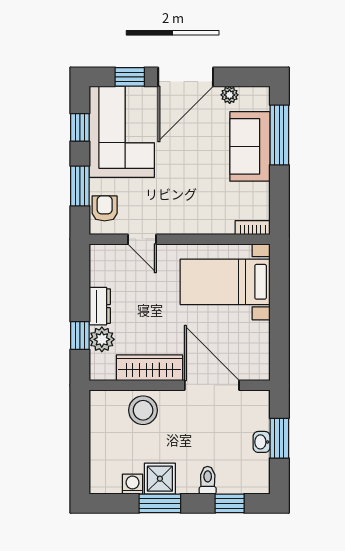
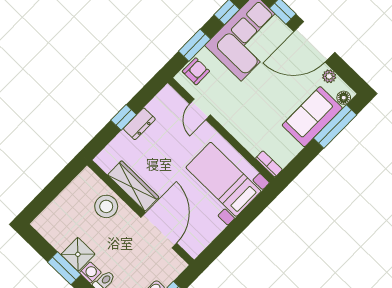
floor lamp: (262, 101) -> (344, 98), added
window: (80, 335) -> (124, 117), moved
plant: (102, 339) -> (122, 144), removed
washing machine: (132, 484) -> (90, 273), moved

